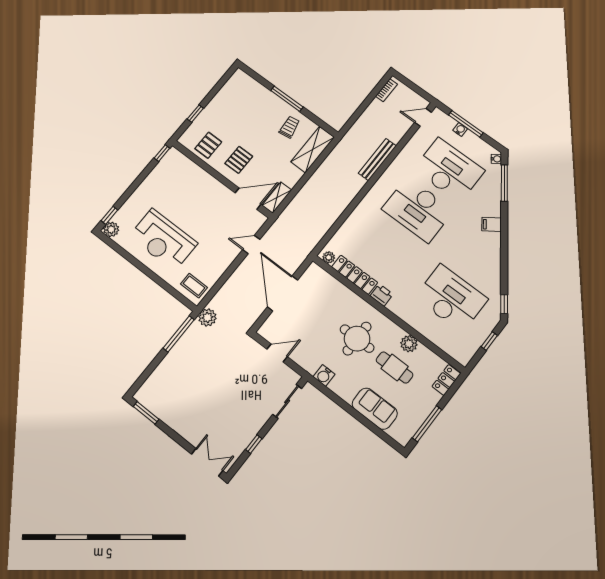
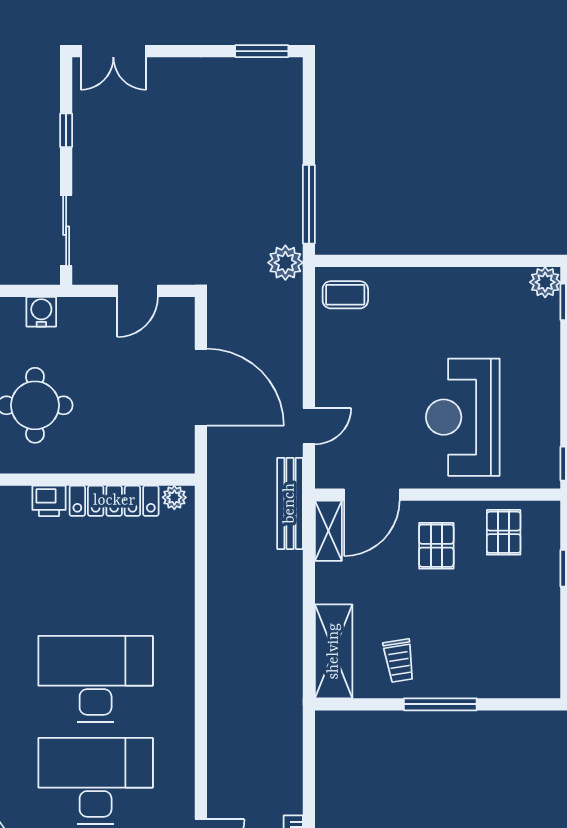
bench: (377, 160) -> (290, 503), moved
desk: (449, 170) -> (96, 781), turned 180
reception desk: (163, 240) -> (463, 417), moved, turned -90

